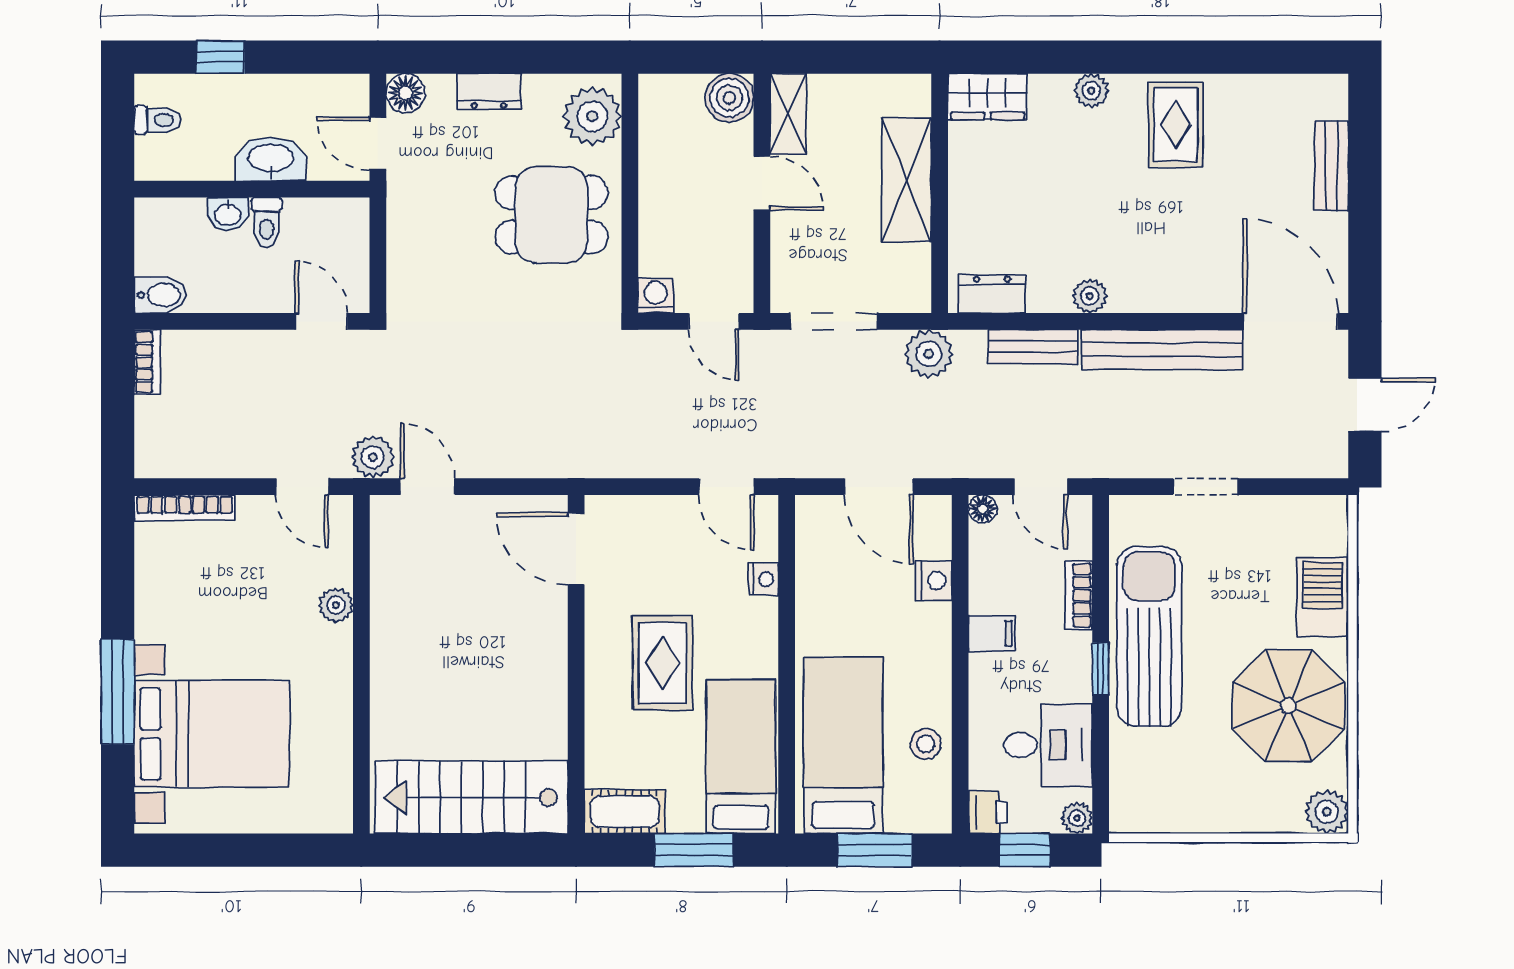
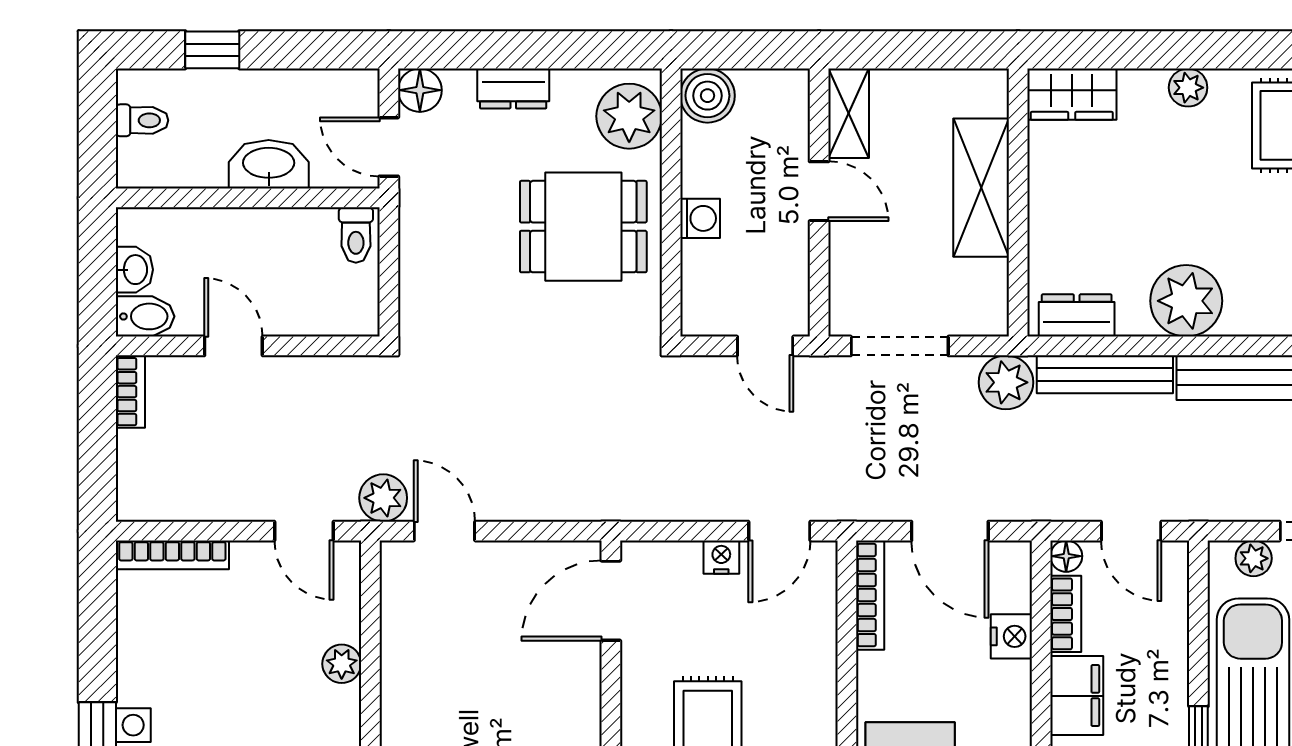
boiler: (729, 98) -> (707, 96), moved
washbasin: (228, 214) -> (134, 270), moved, turned -90
toilet: (267, 222) -> (356, 235), moved
washing machine: (656, 295) -> (700, 218), moved, turned 90
plant: (1090, 296) -> (1186, 301), width x1.88, depth x1.88
door: (321, 321) -> (233, 346), moved
bench: (1033, 347) -> (1105, 374), width x1.36
door: (727, 487) -> (779, 531), hinge flipped
plant: (1150, 511) -> (1254, 558), added
bookcase: (807, 544) -> (870, 595), added
door: (576, 549) -> (611, 601), hinge flipped
nightstand: (763, 579) -> (721, 557), moved, turned -90
bookcase: (1079, 595) -> (1066, 614), moved, turned 180
filing cabinet: (992, 633) -> (1077, 696), width x2.00

